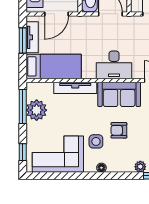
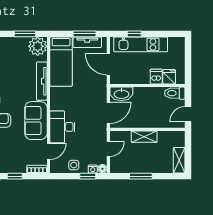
desk: (114, 65) -> (62, 127), moved
window: (23, 106) -> (25, 34), width x0.69
plant: (37, 110) -> (38, 46), moved

